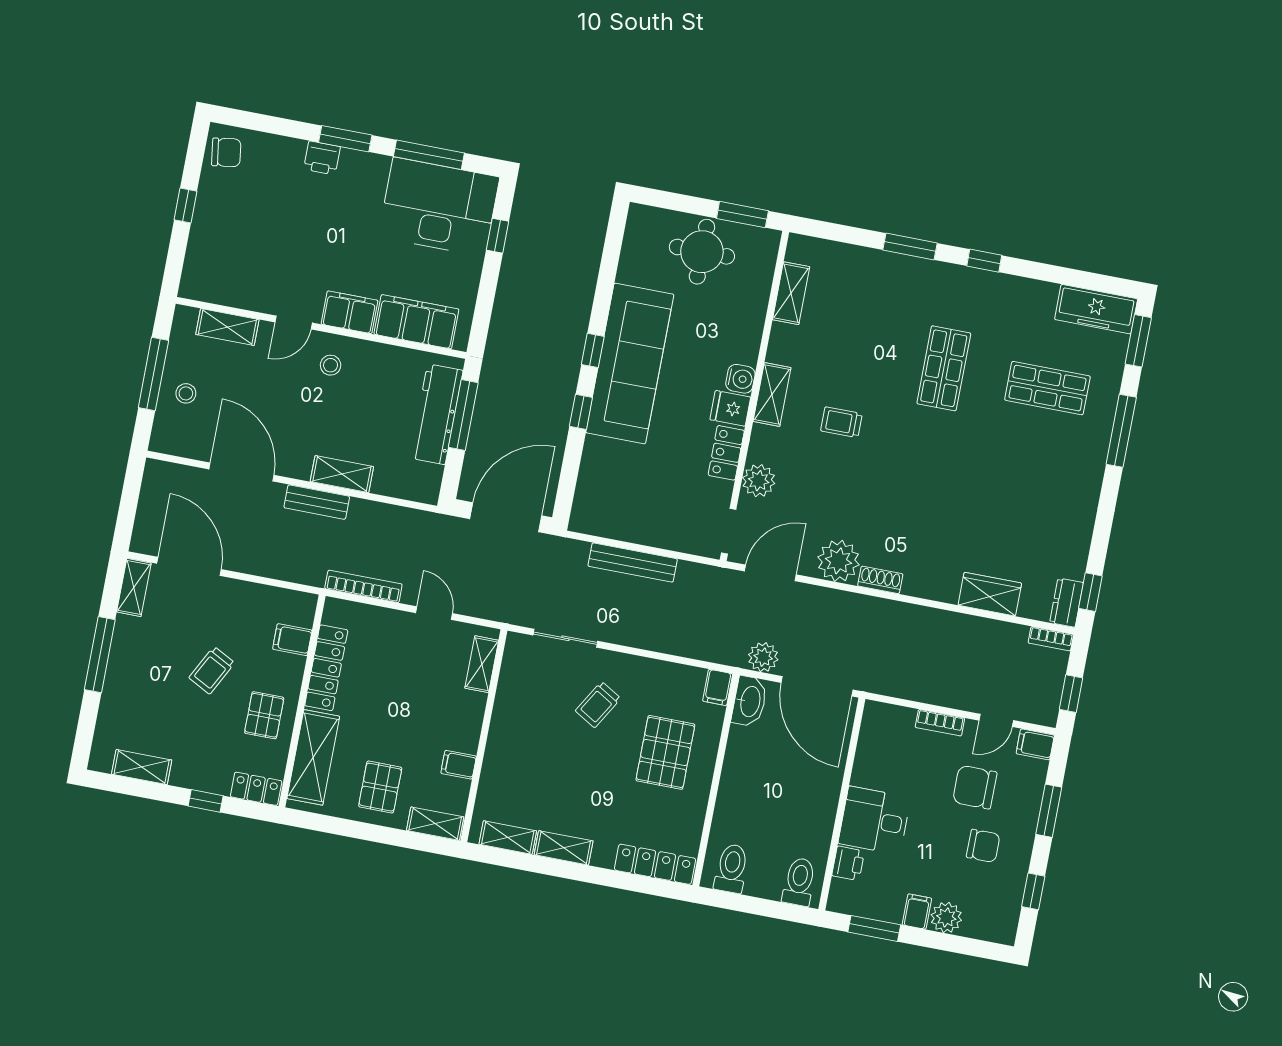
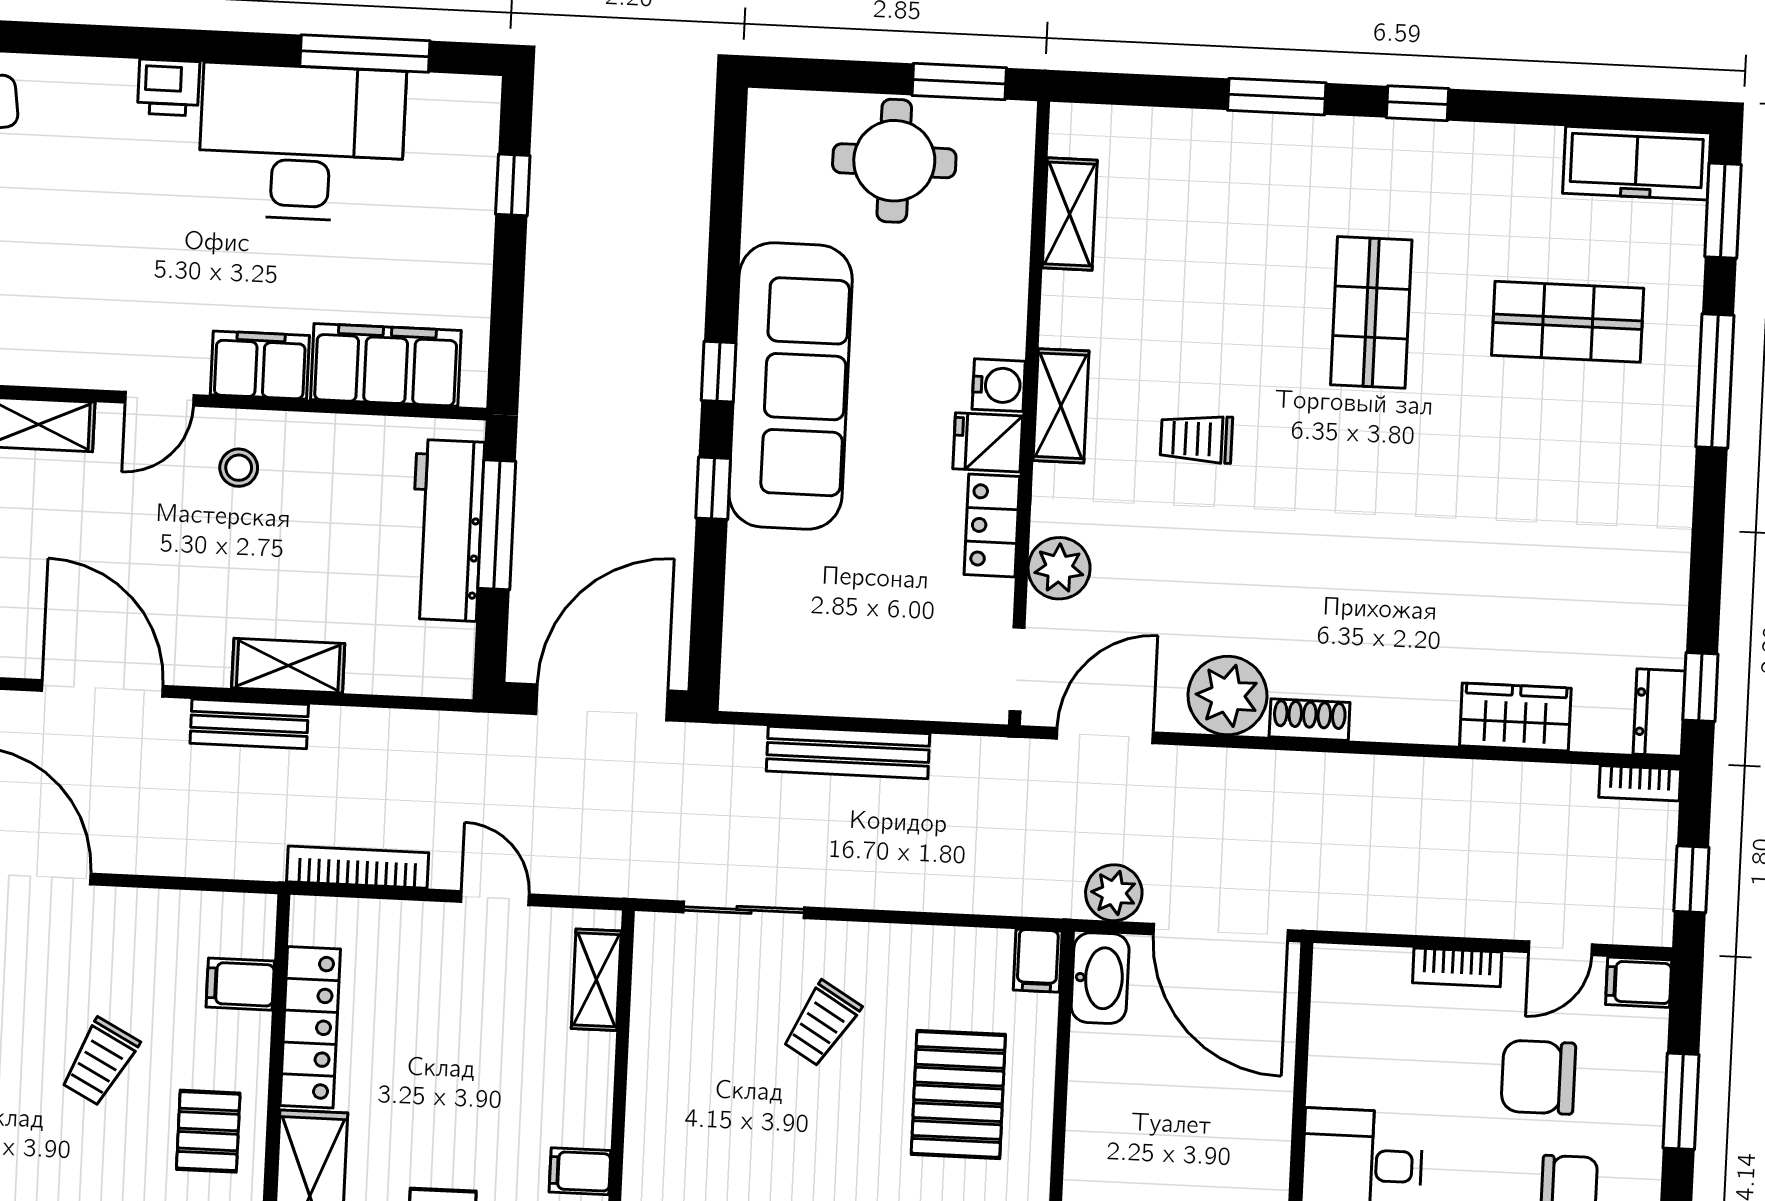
window: (345, 139) -> (206, 46), removed
desk: (439, 207) -> (302, 142), moved

